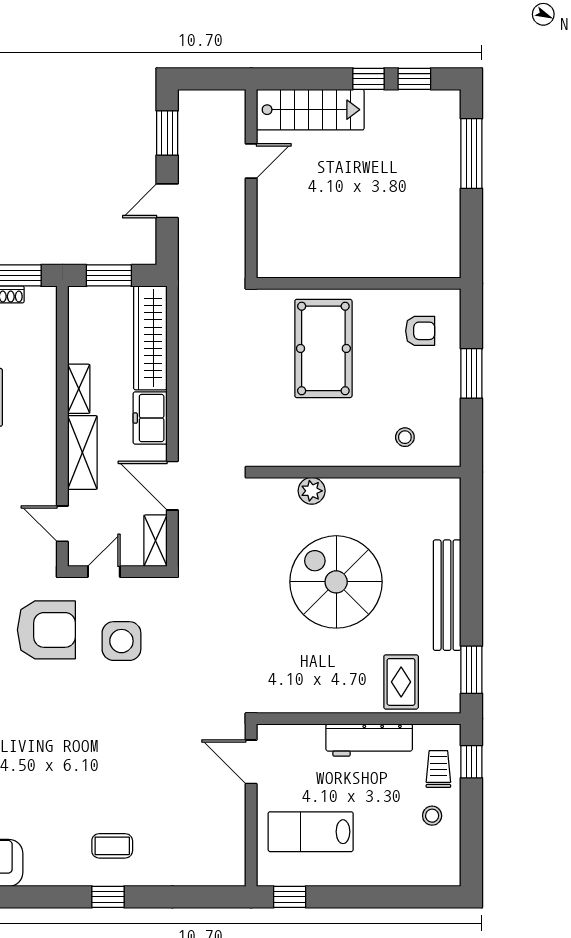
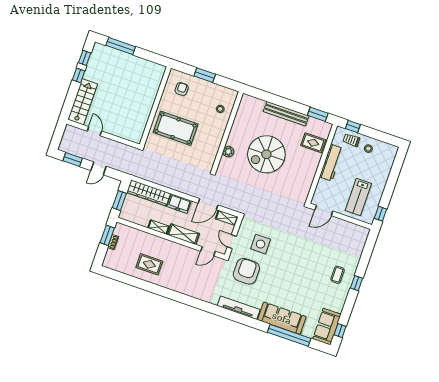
door: (167, 201) -> (99, 168), hinge flipped

